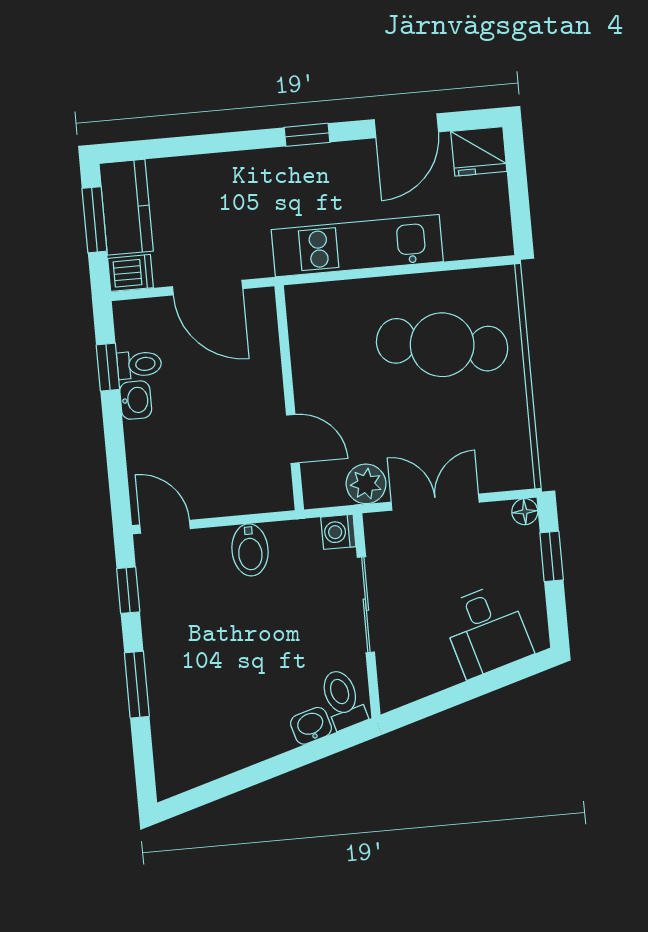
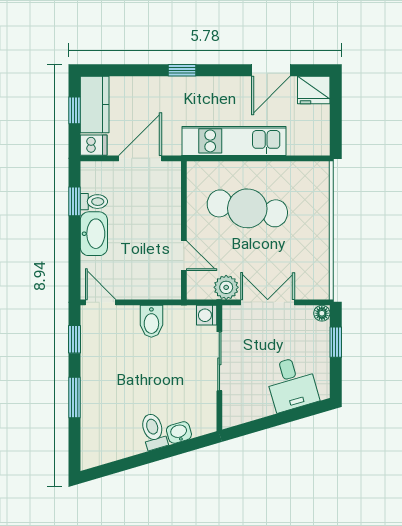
window: (307, 135) -> (182, 70), moved
window: (94, 220) -> (75, 110), width x0.67
door: (208, 288) -> (140, 158), swing flipped
cafe table: (442, 345) -> (247, 208), moved
washbasin: (136, 400) -> (94, 234), width x1.91, depth x1.45
toilet: (343, 699) -> (154, 431), moved

